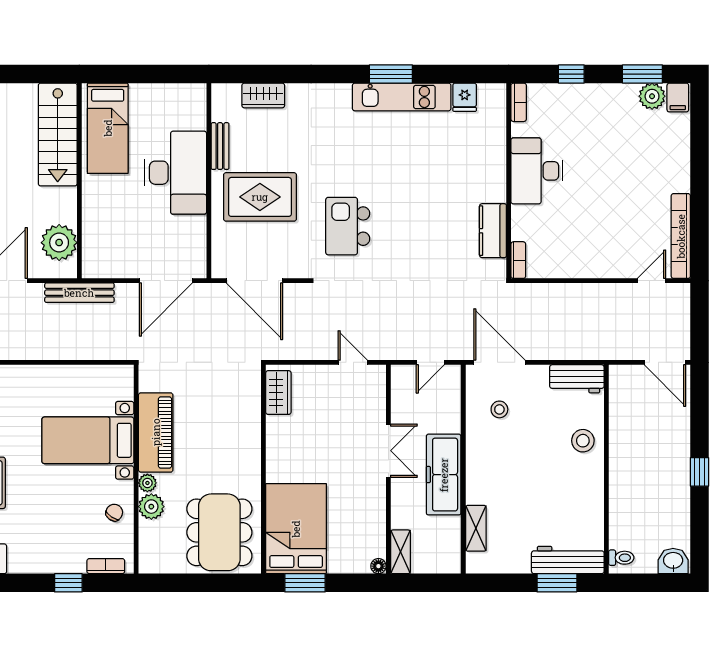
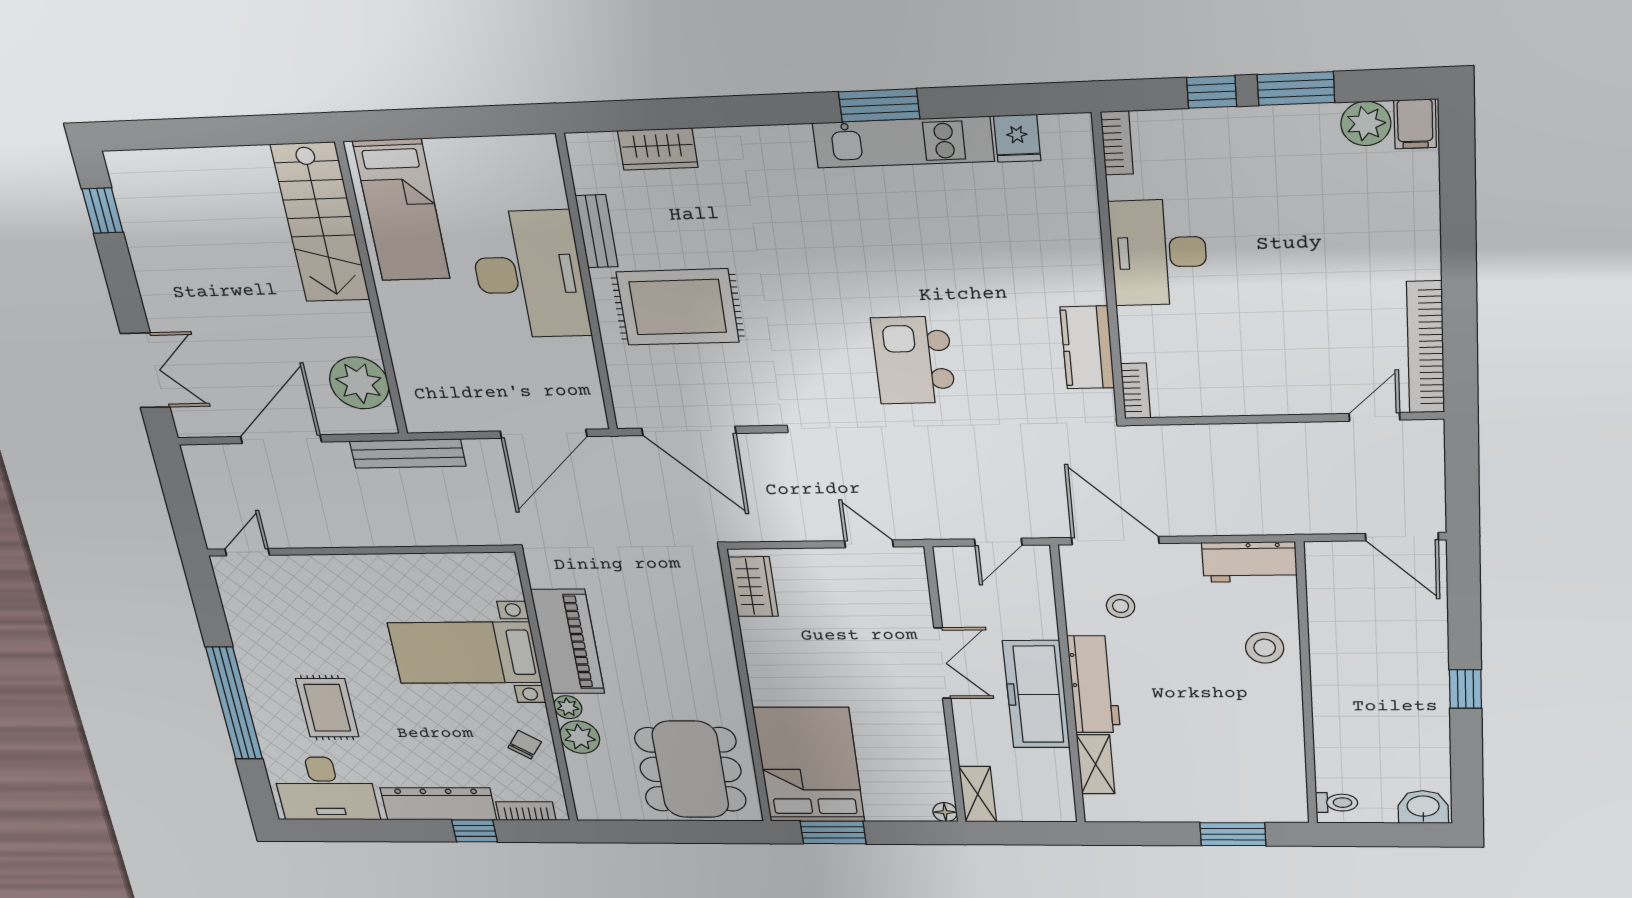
window: (642, 74) -> (1296, 89), moved
kitchen island: (348, 226) -> (913, 360), moved
workbench: (568, 560) -> (1094, 684), moved, turned 90
dresser: (48, 561) -> (438, 804), added

